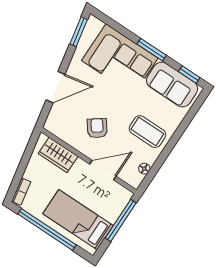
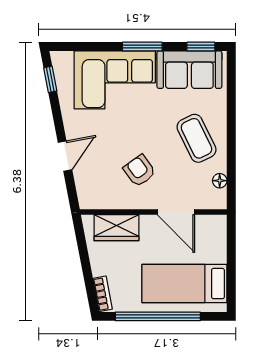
window: (79, 32) -> (50, 79), width x0.67
door: (55, 87) -> (65, 156), width x0.73
coffee table: (147, 132) -> (196, 138), turned 64
door: (103, 170) -> (176, 212), swing flipped
window: (121, 220) -> (231, 254), removed

